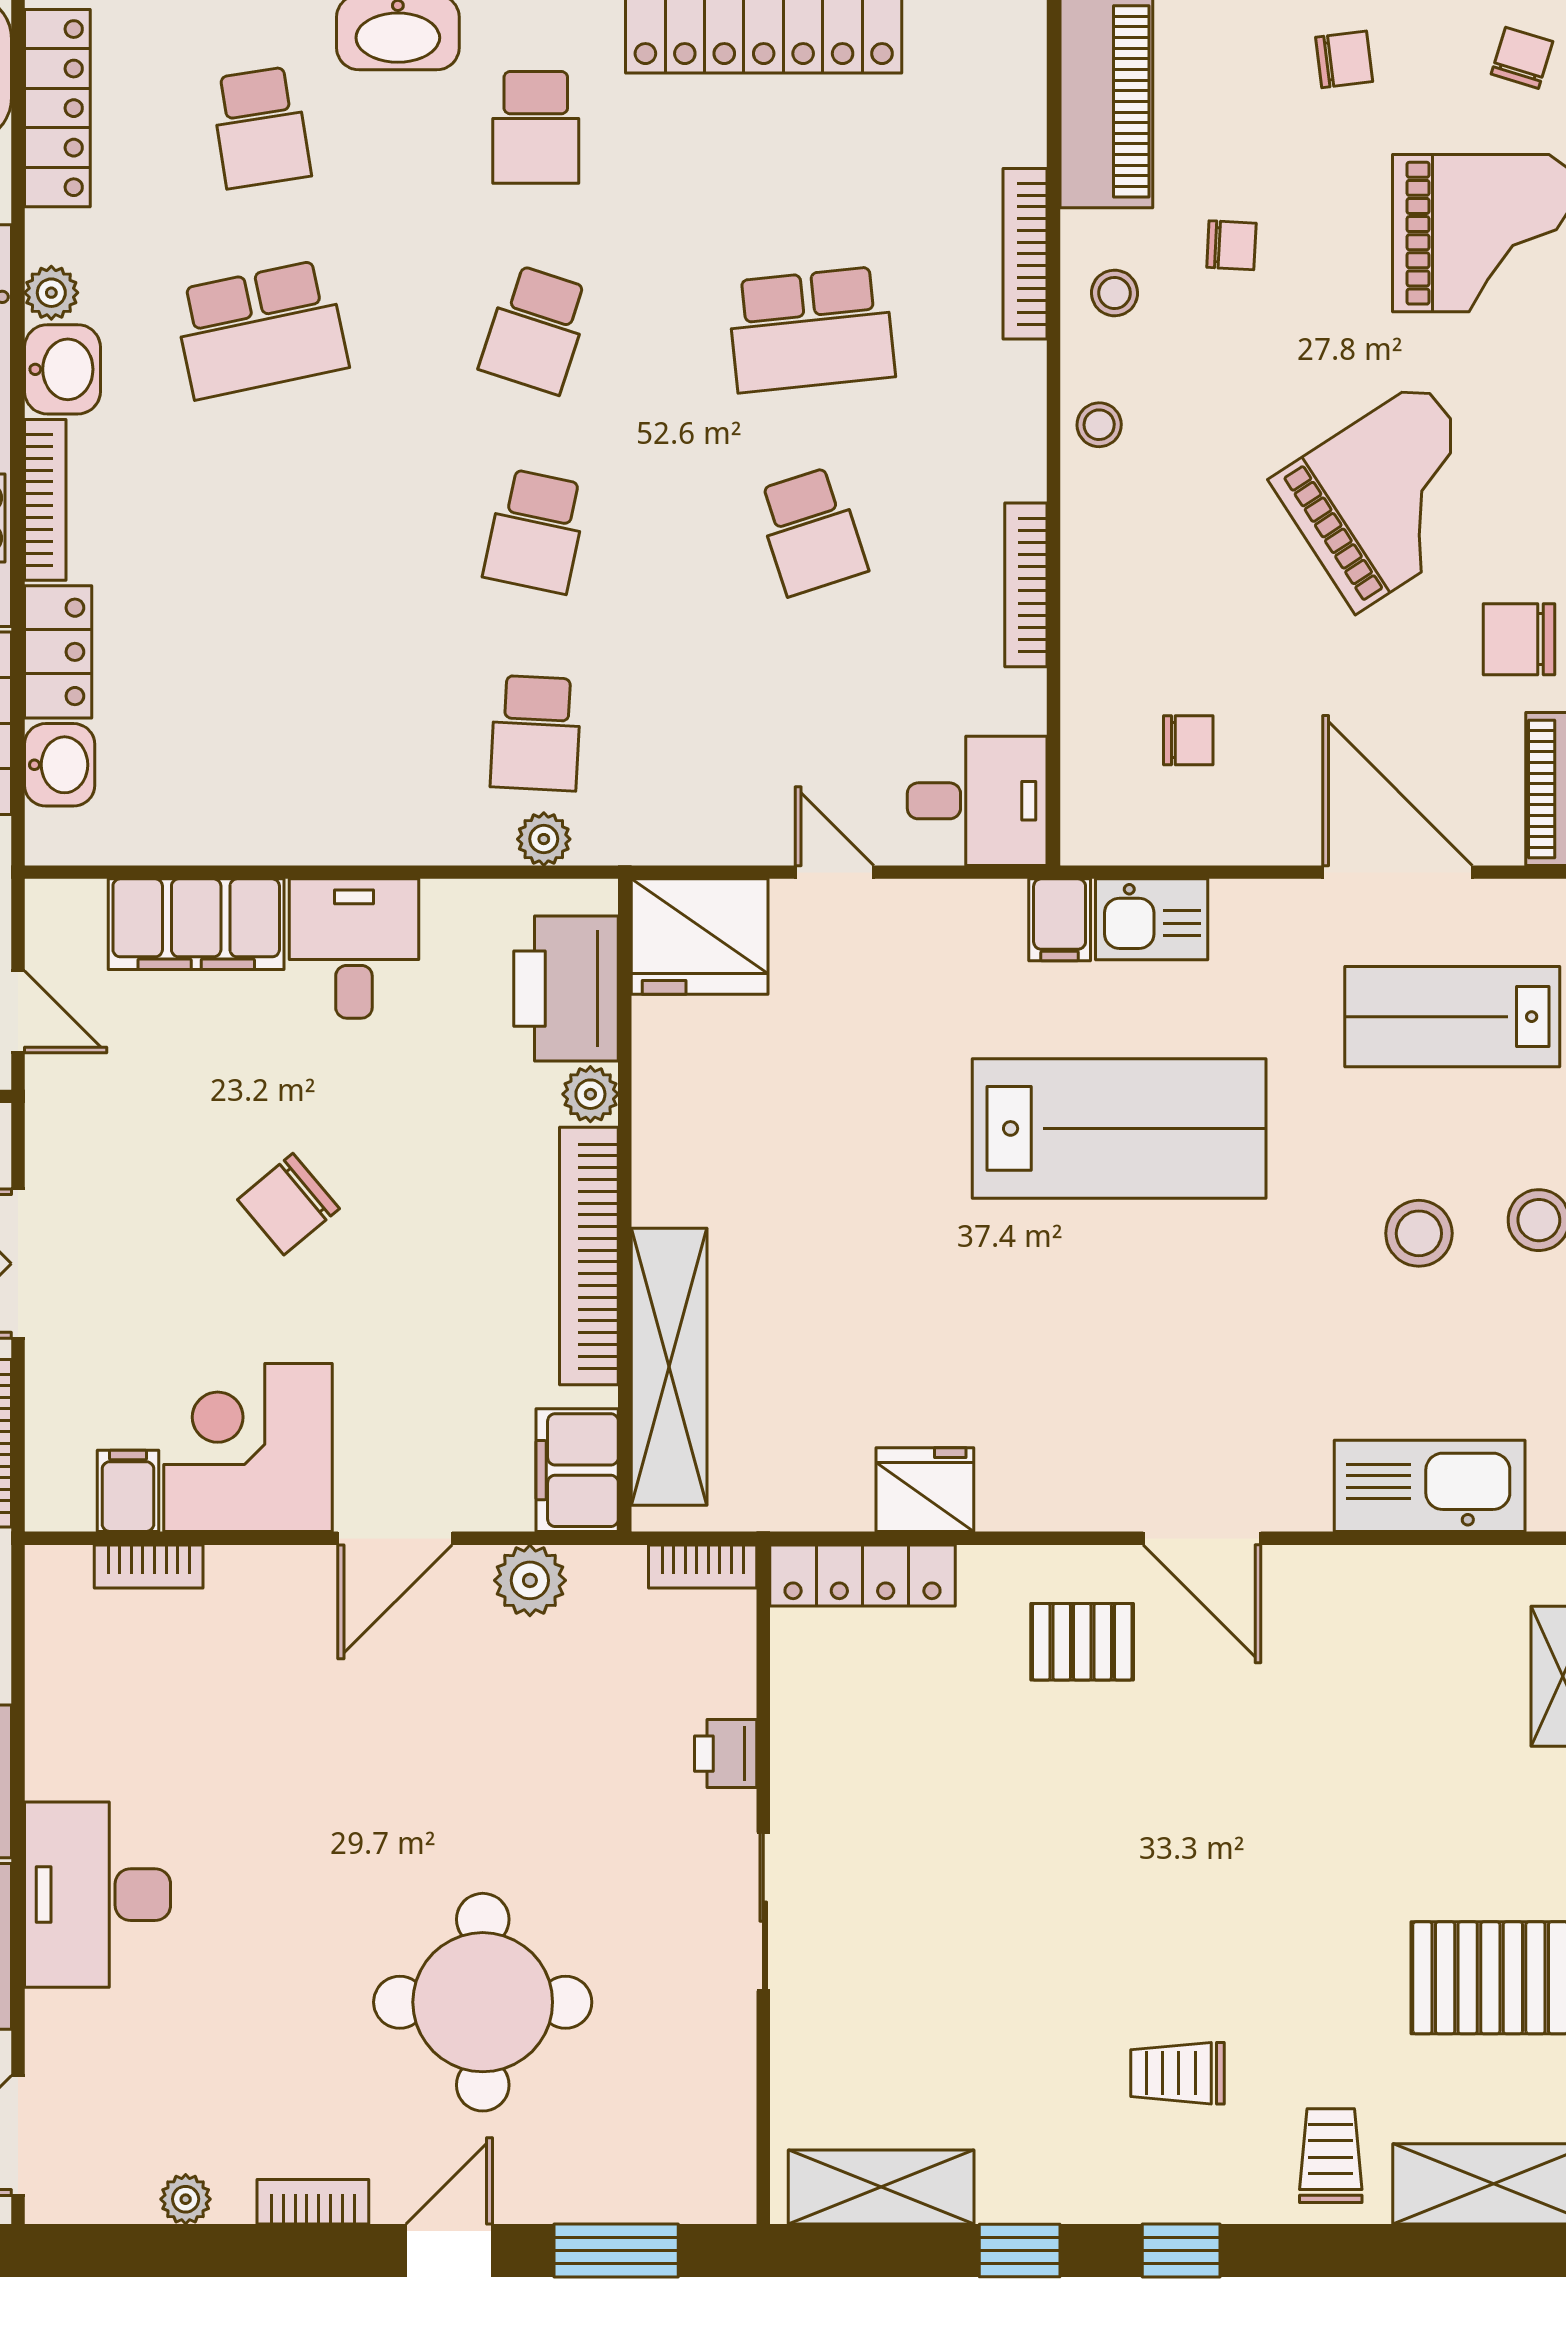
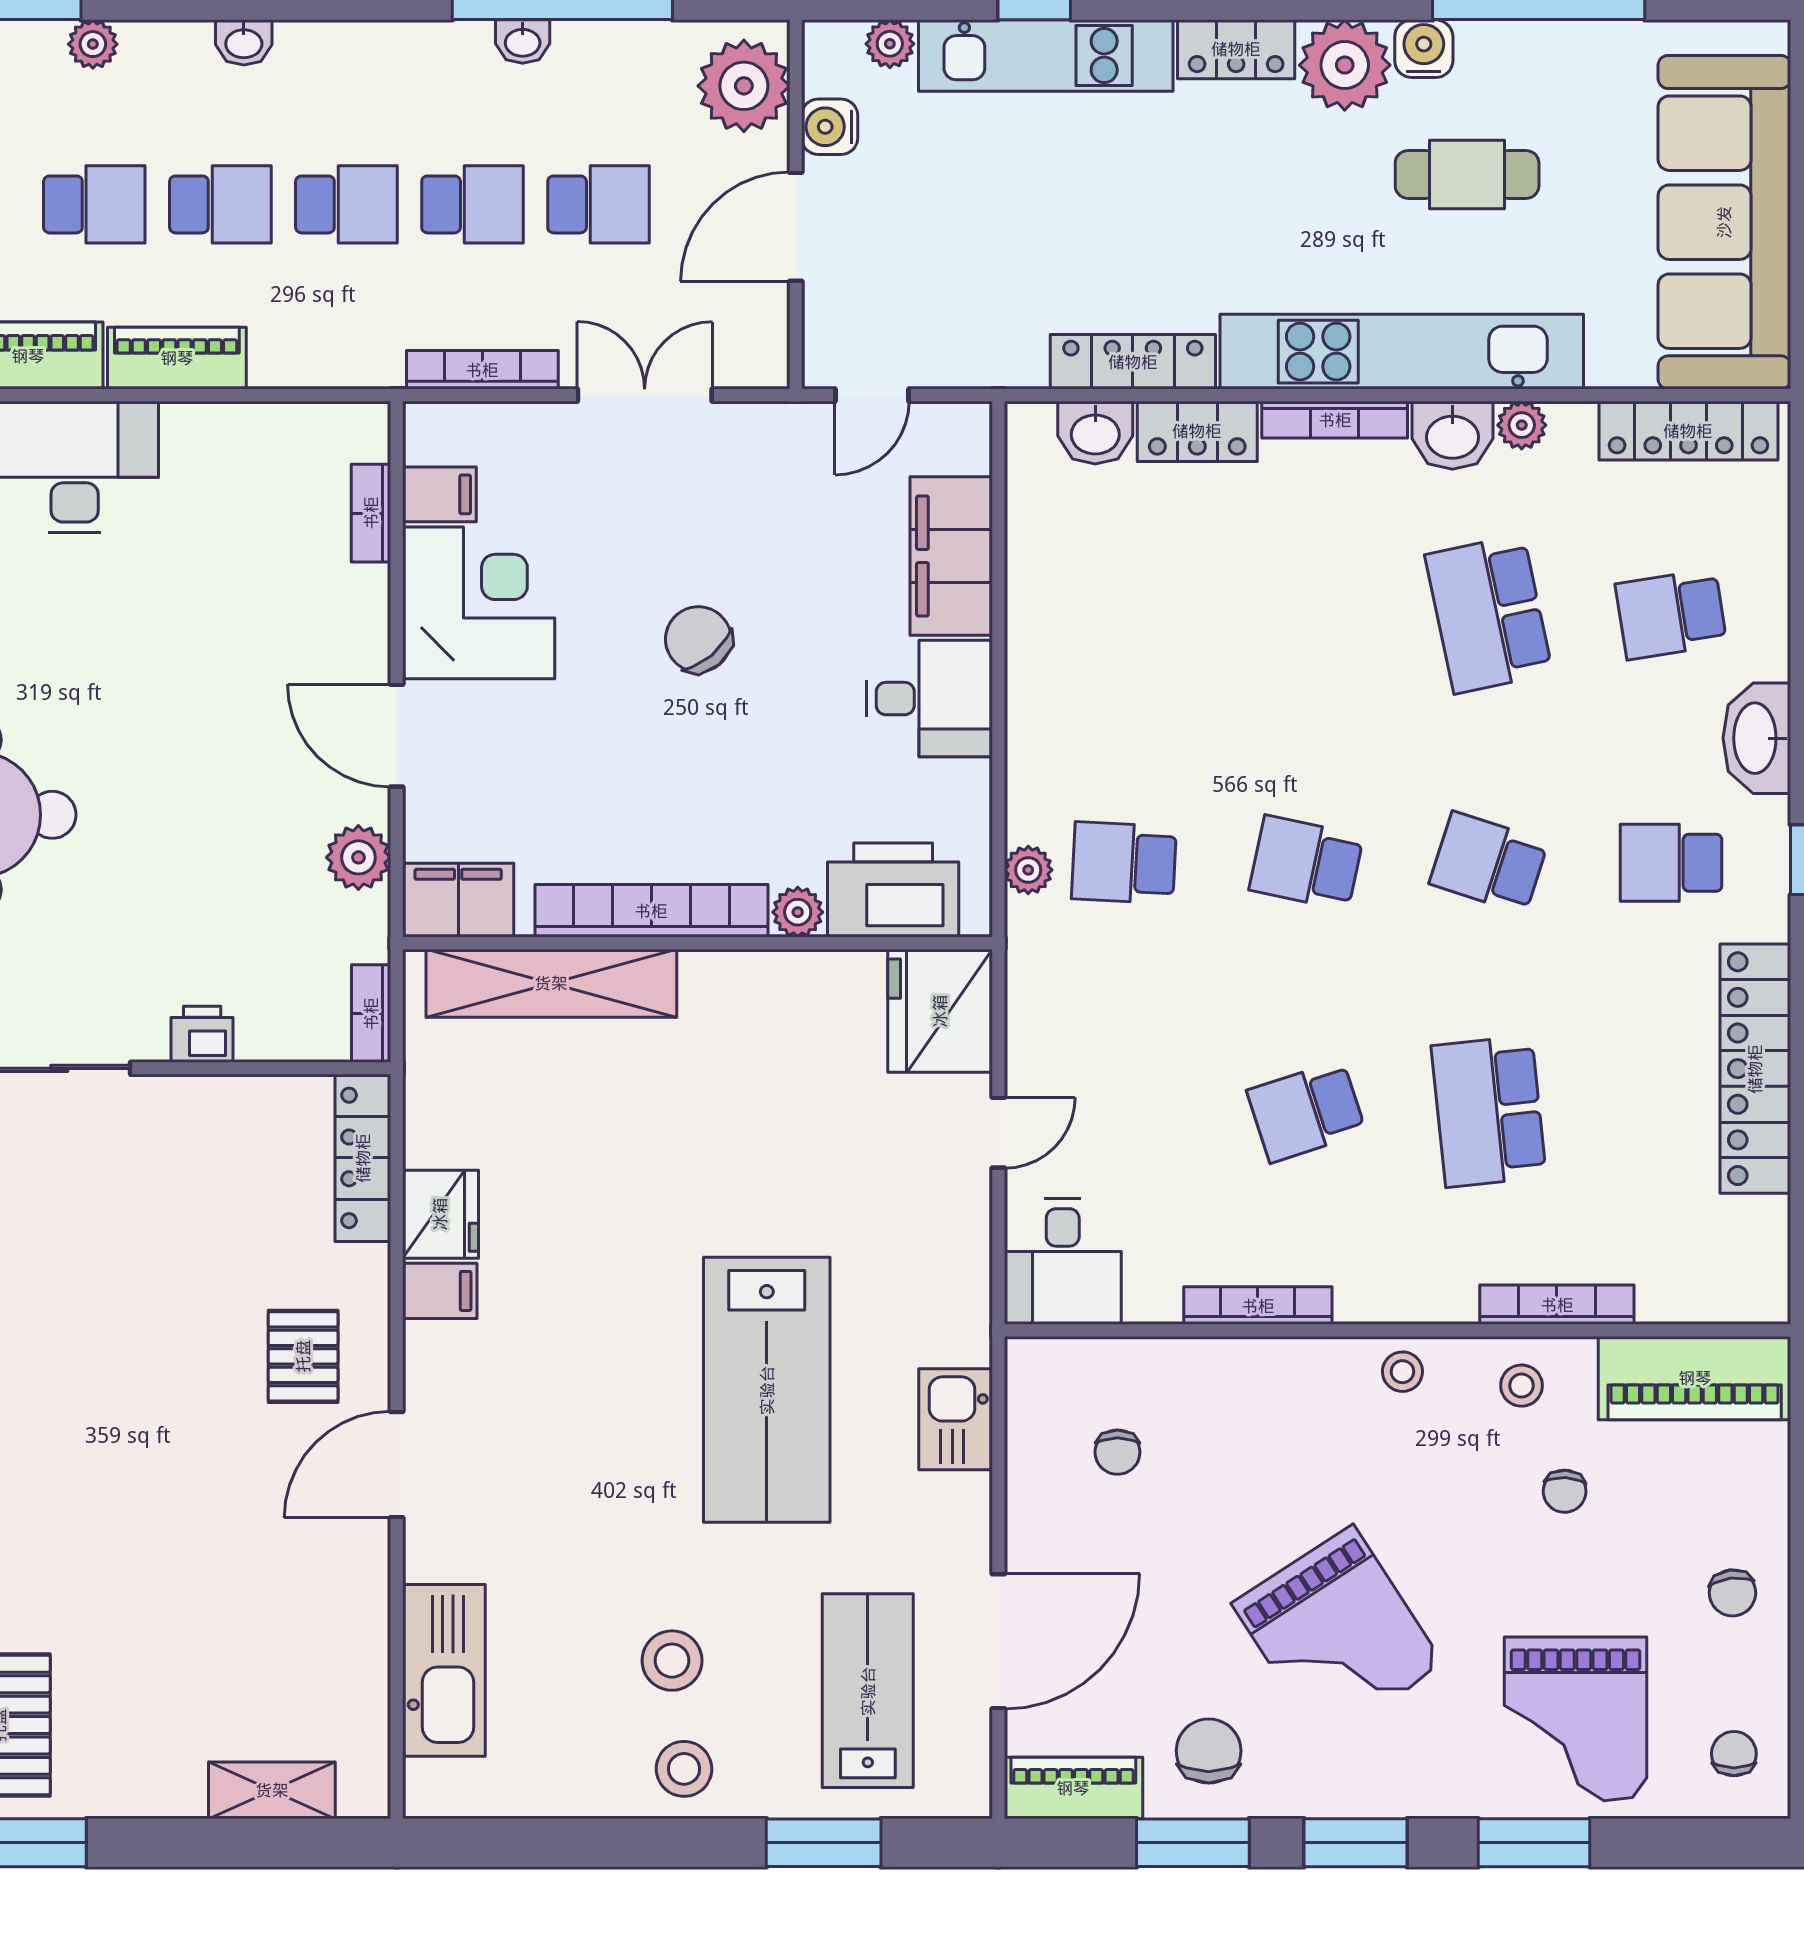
chair: (1522, 58) -> (1734, 1754), turned -107
filing cabinet: (1060, 920) -> (440, 1291), moved, turned 180

